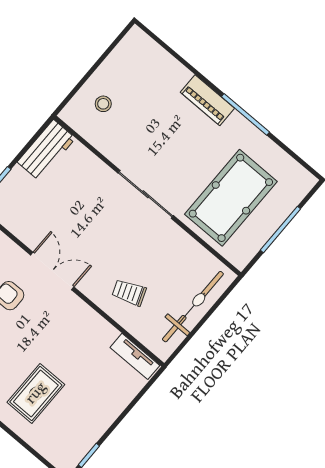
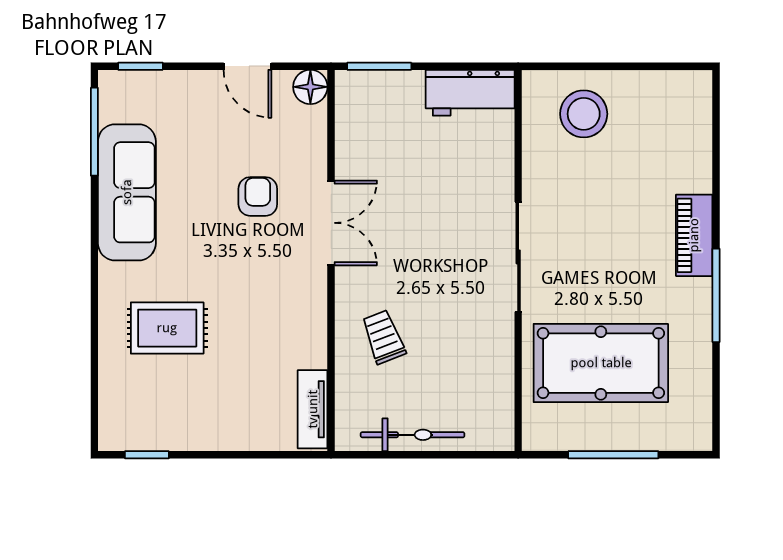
stool: (103, 104) -> (584, 114), width x1.89, depth x1.89
bicycle: (193, 307) -> (413, 435), width x0.73, depth x0.71

